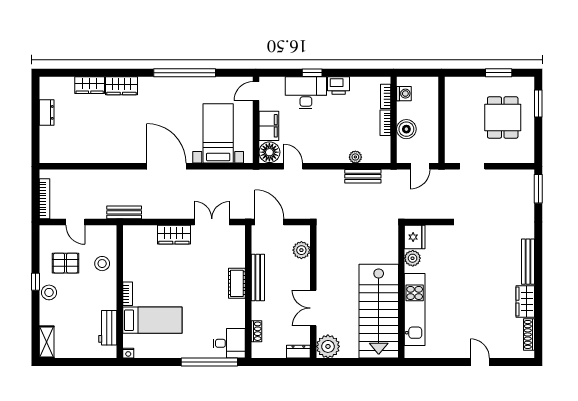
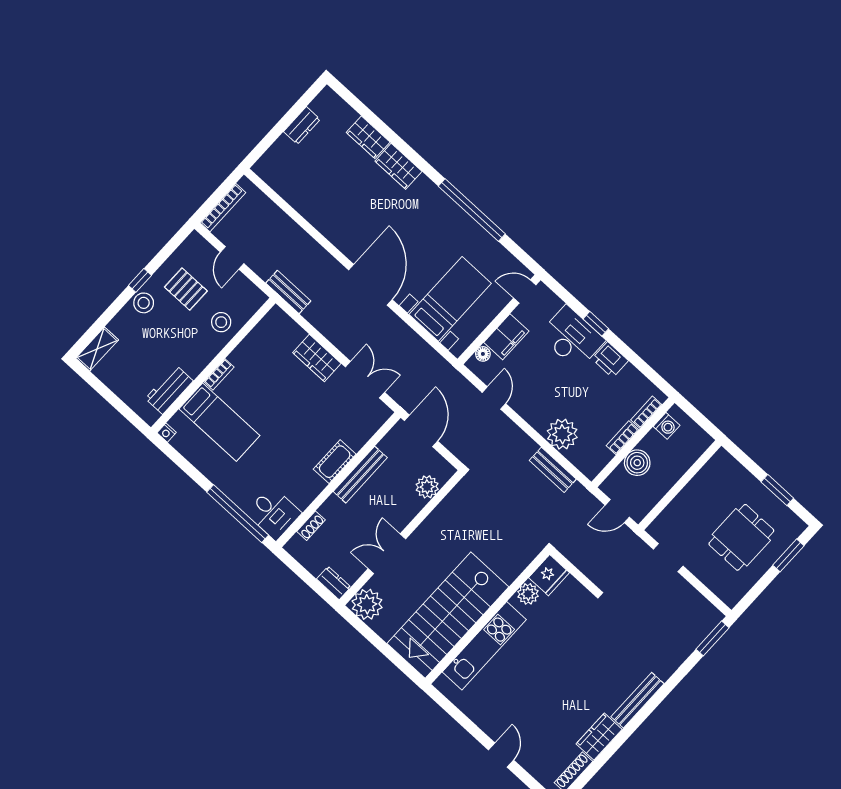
floor lamp: (269, 152) -> (483, 354), width x0.53, depth x0.53
plant: (355, 157) -> (562, 434), width x1.87, depth x1.87

